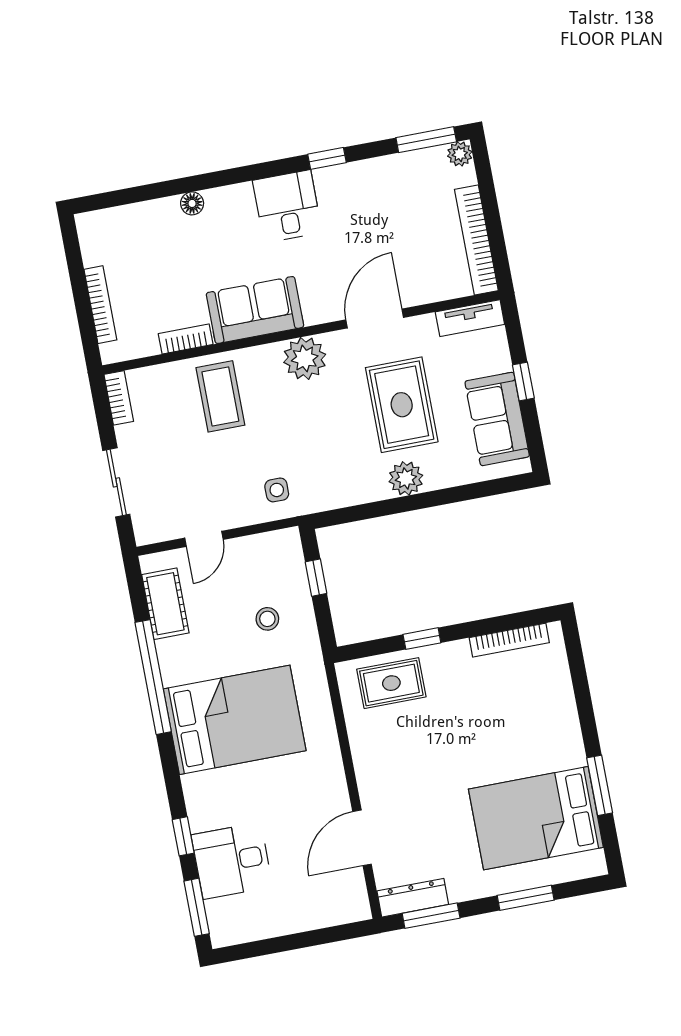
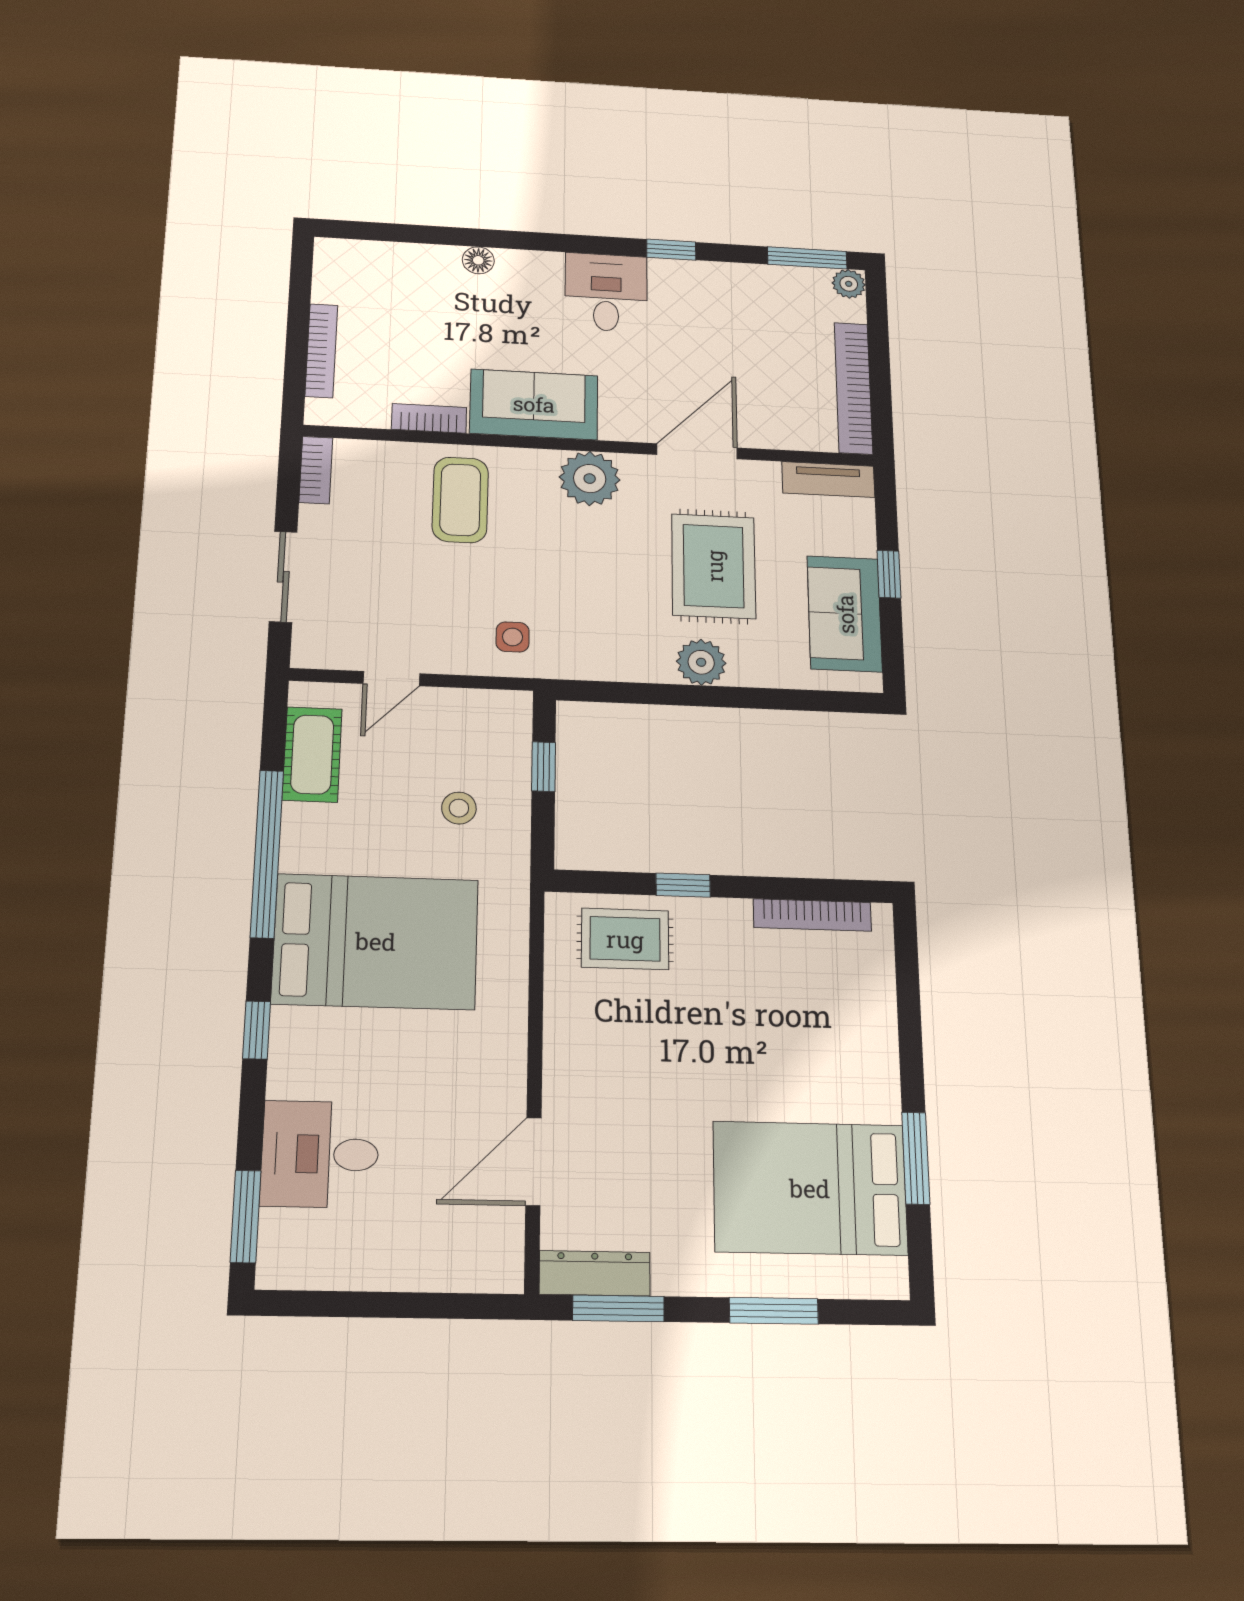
window: (183, 836) -> (257, 1030), moved

